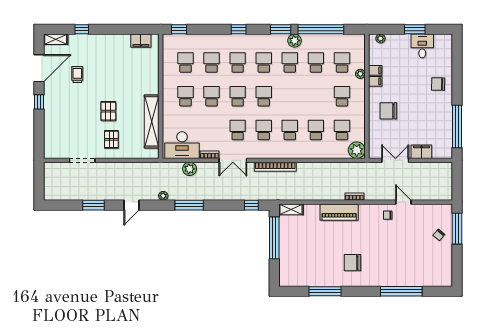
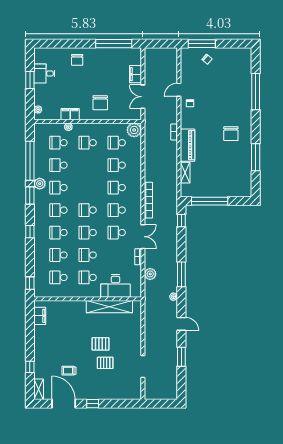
pallet: (111, 139) -> (105, 363), moved
desk: (182, 145) -> (115, 286), moved, turned 90
shelving: (291, 209) -> (185, 173), moved

